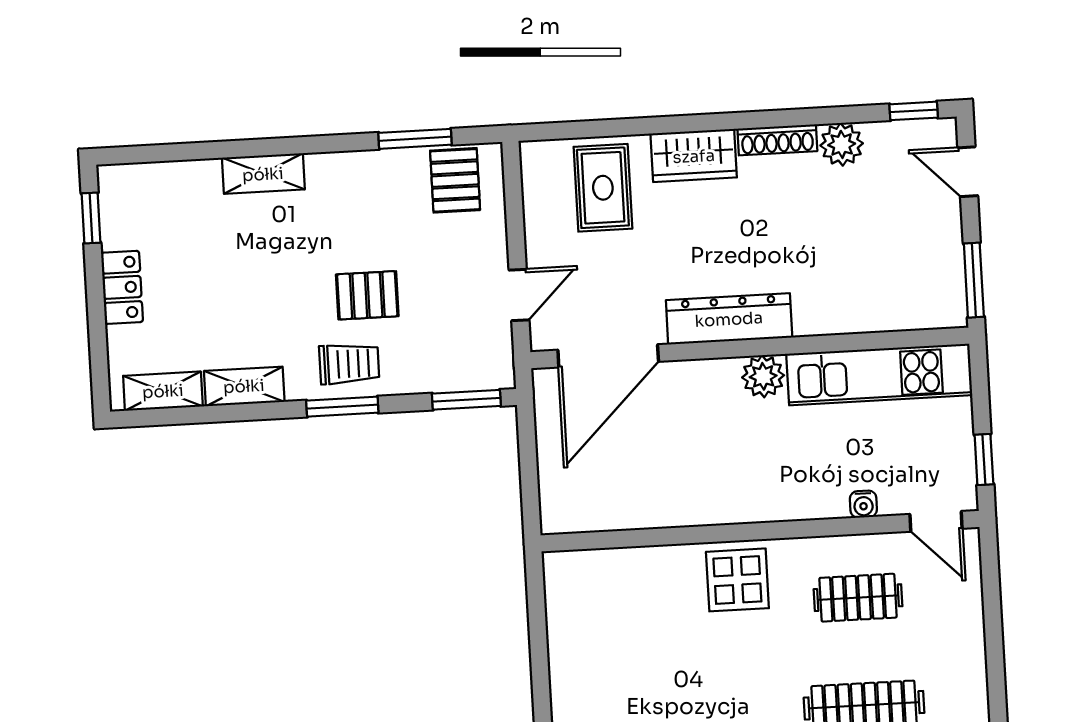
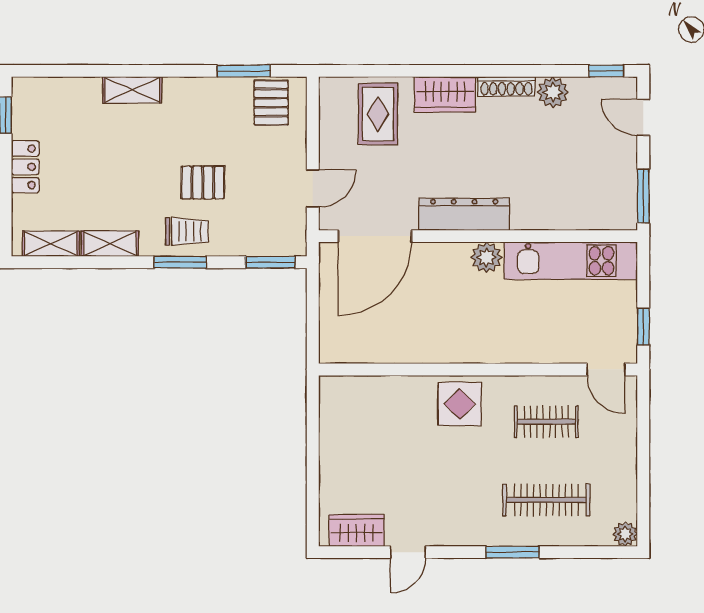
water cooler: (863, 504) -> (554, 354), removed

